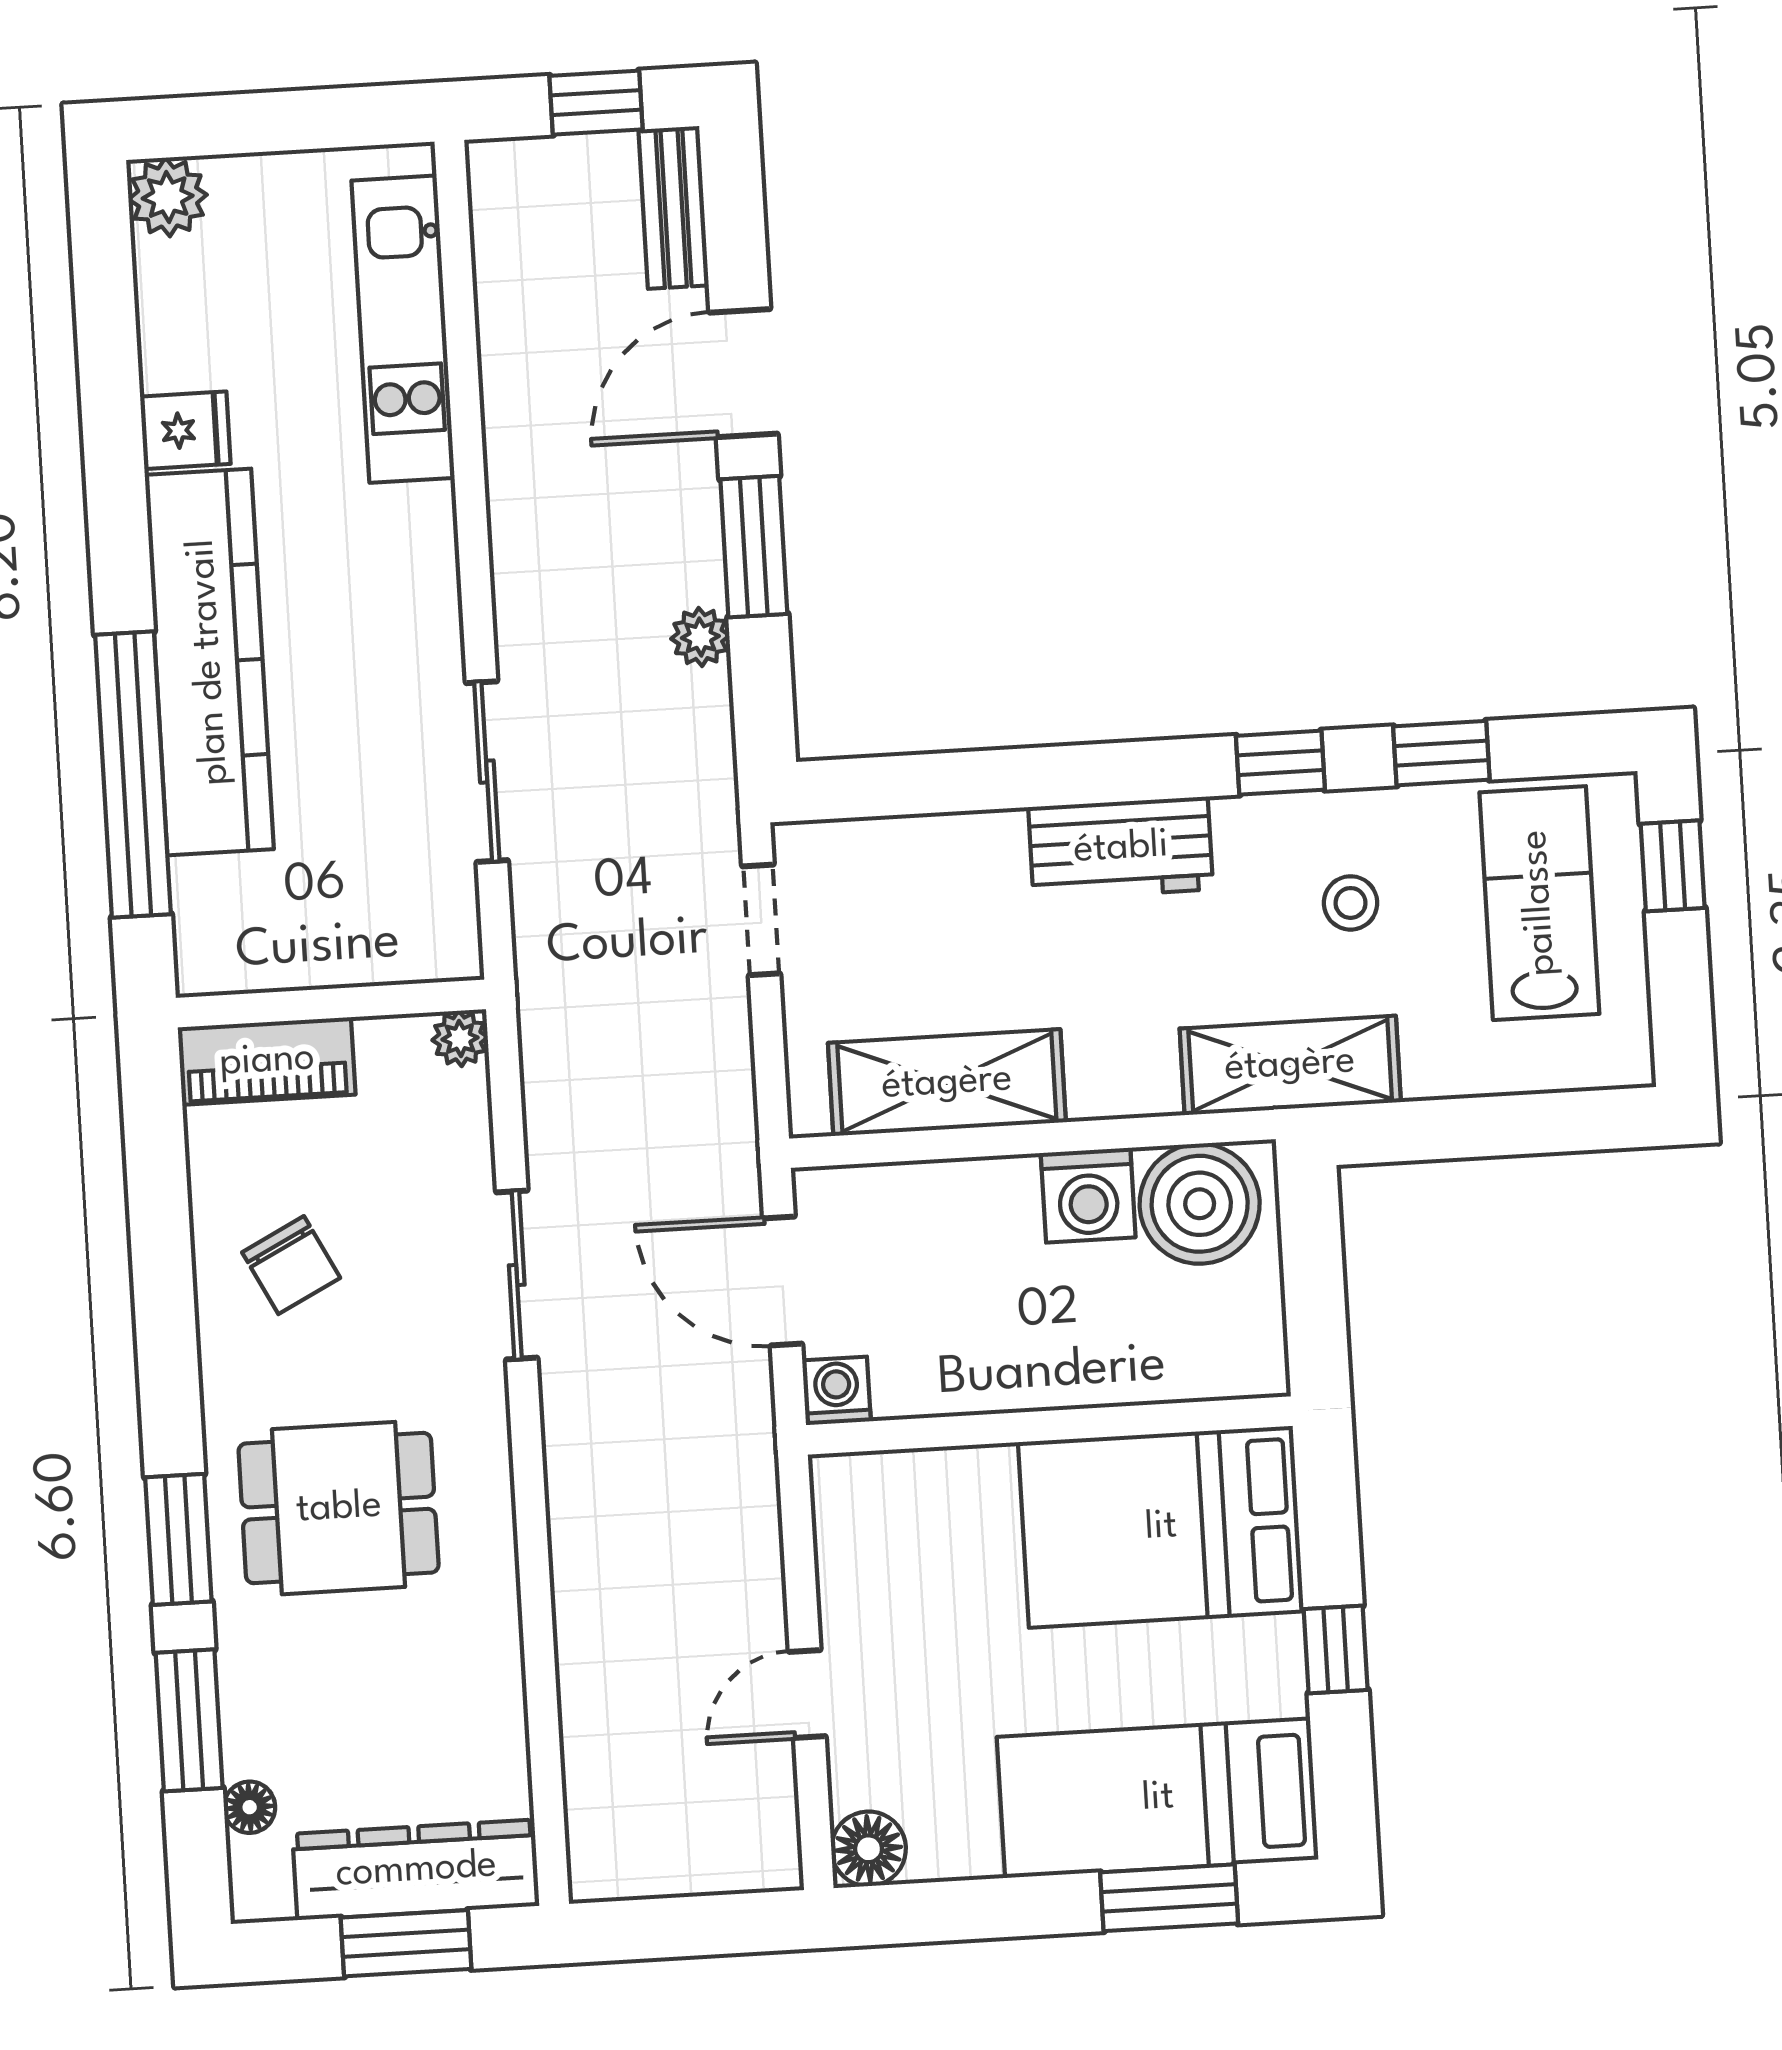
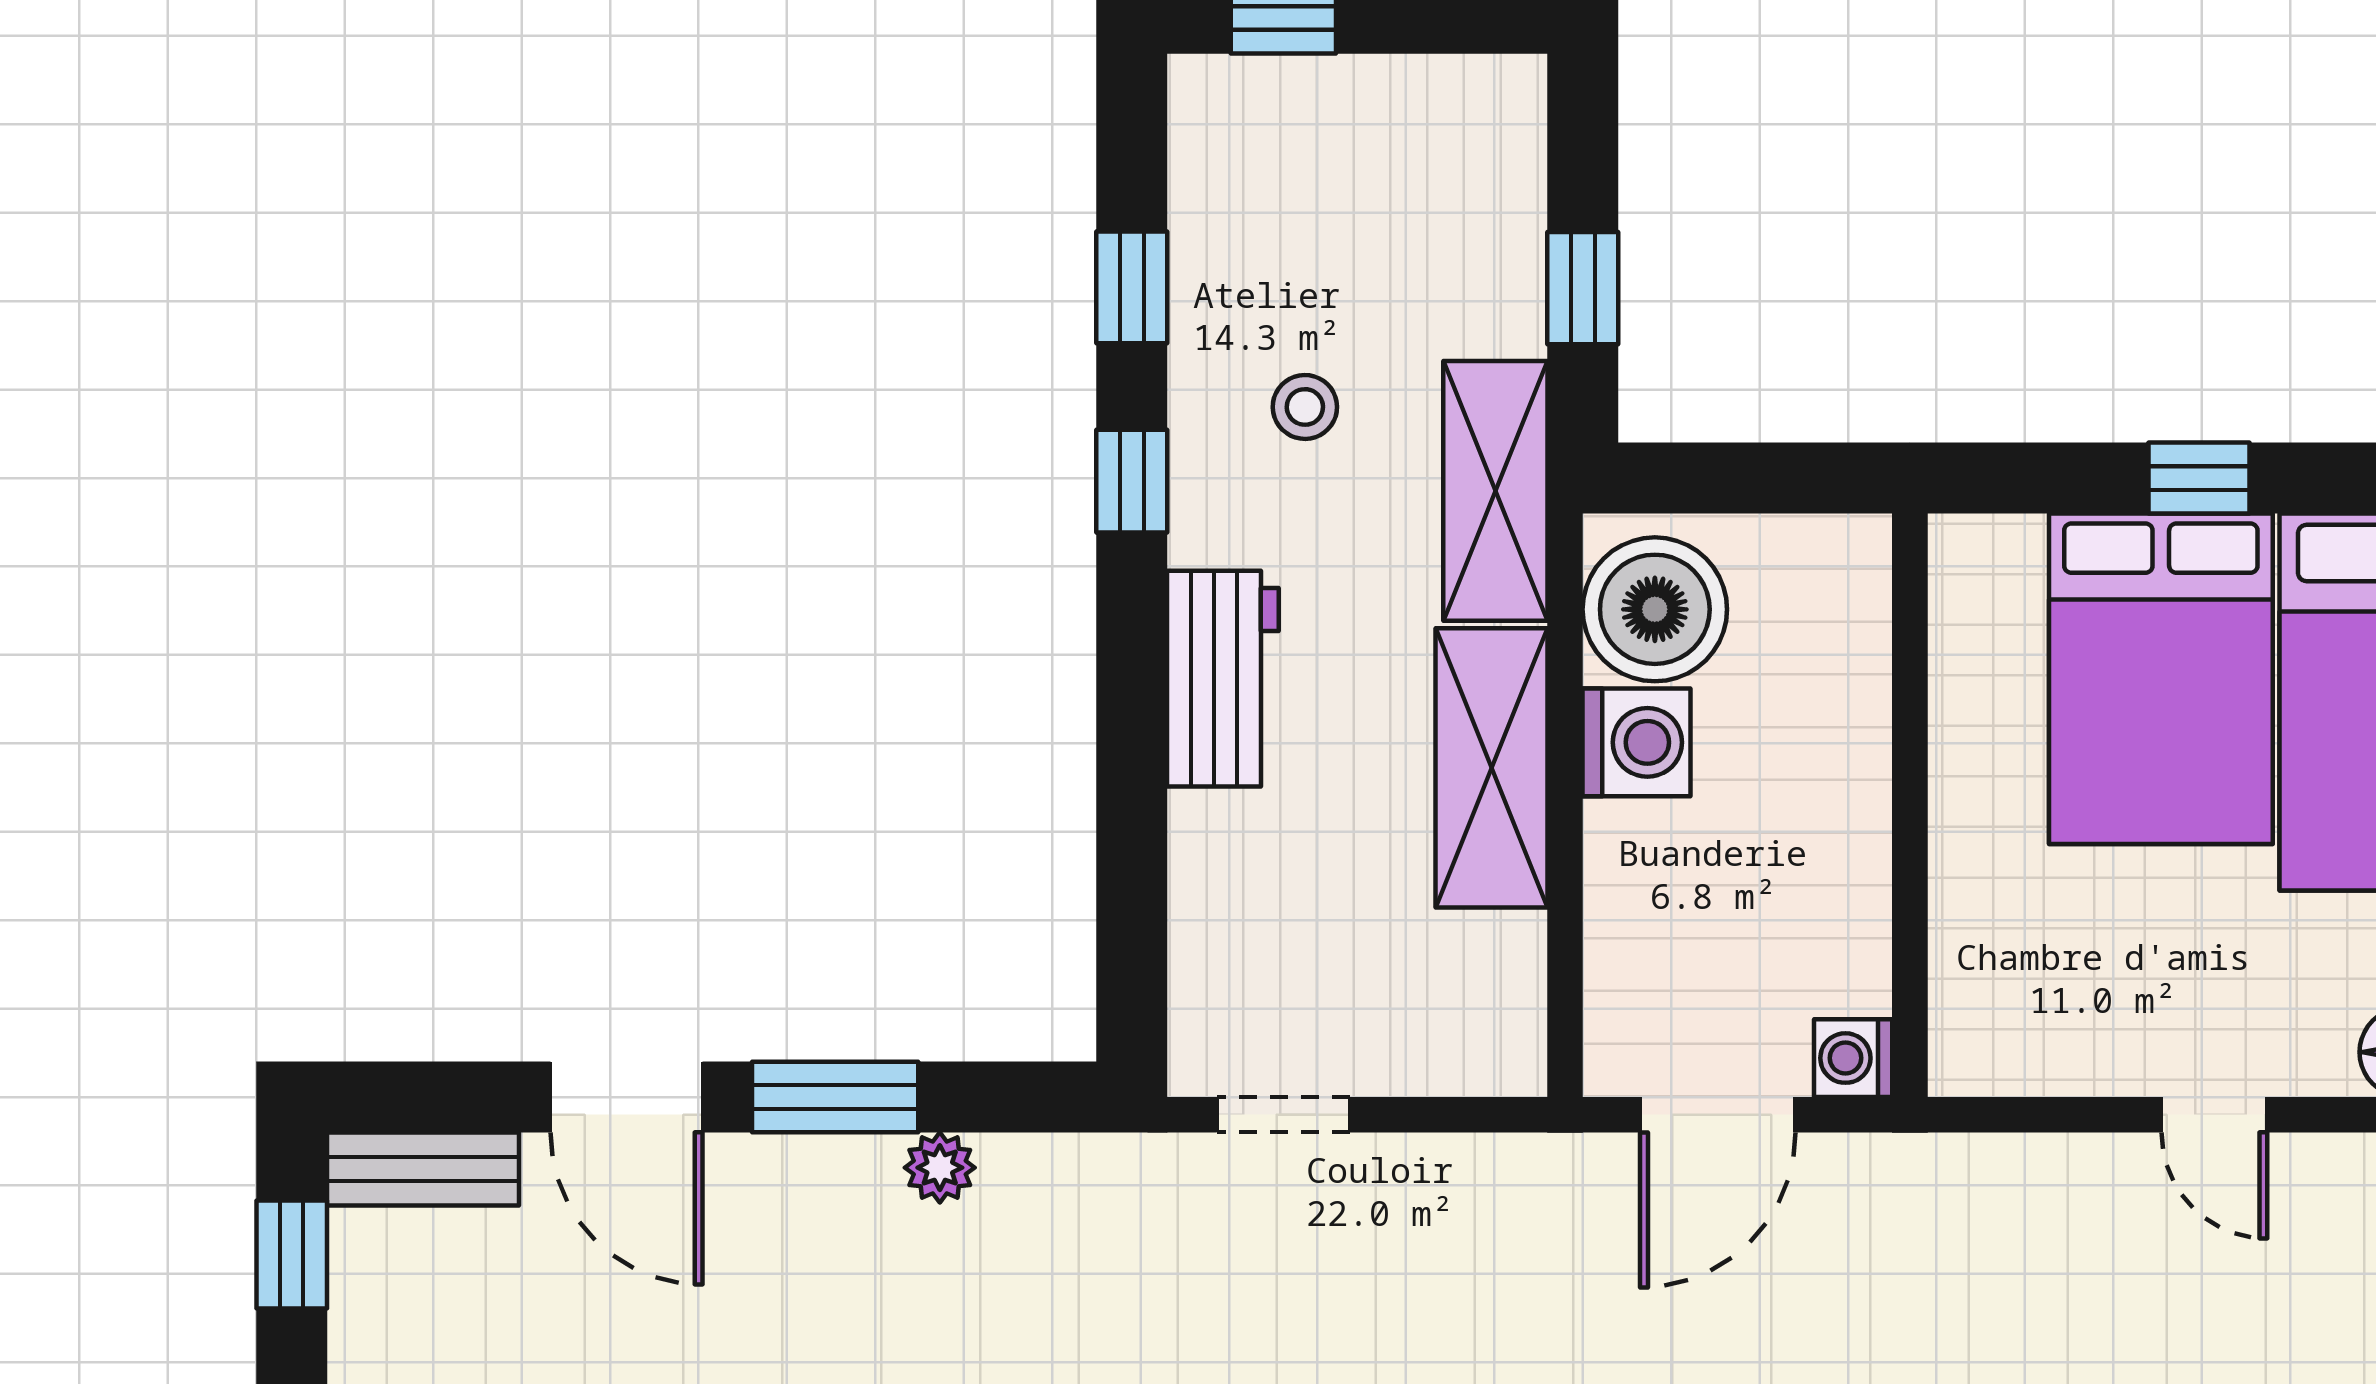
lab bench: (1539, 903) -> (1318, 181), removed
shelving: (947, 1083) -> (1491, 768), moved
window: (1463, 1128) -> (1583, 288), added
bed: (1161, 1527) -> (2161, 679), moved

